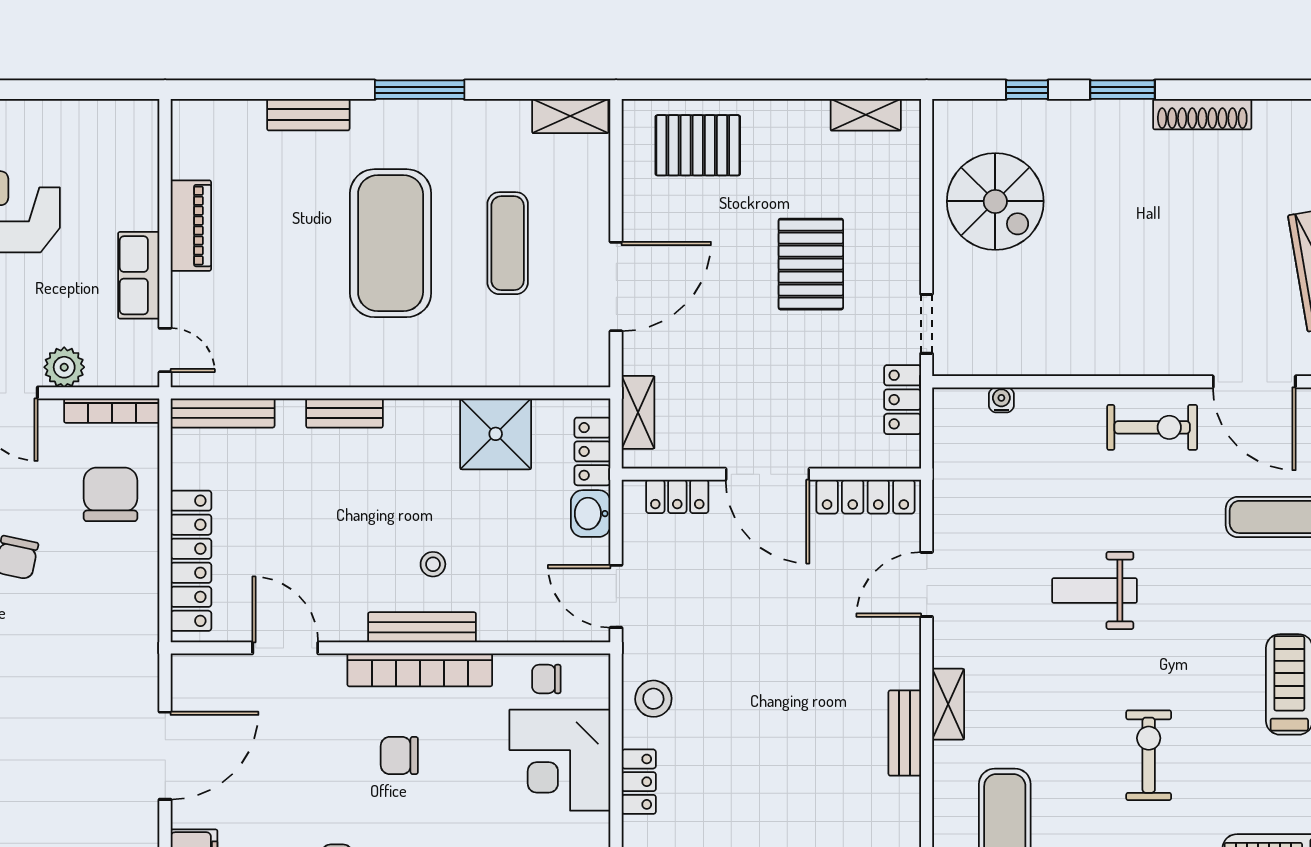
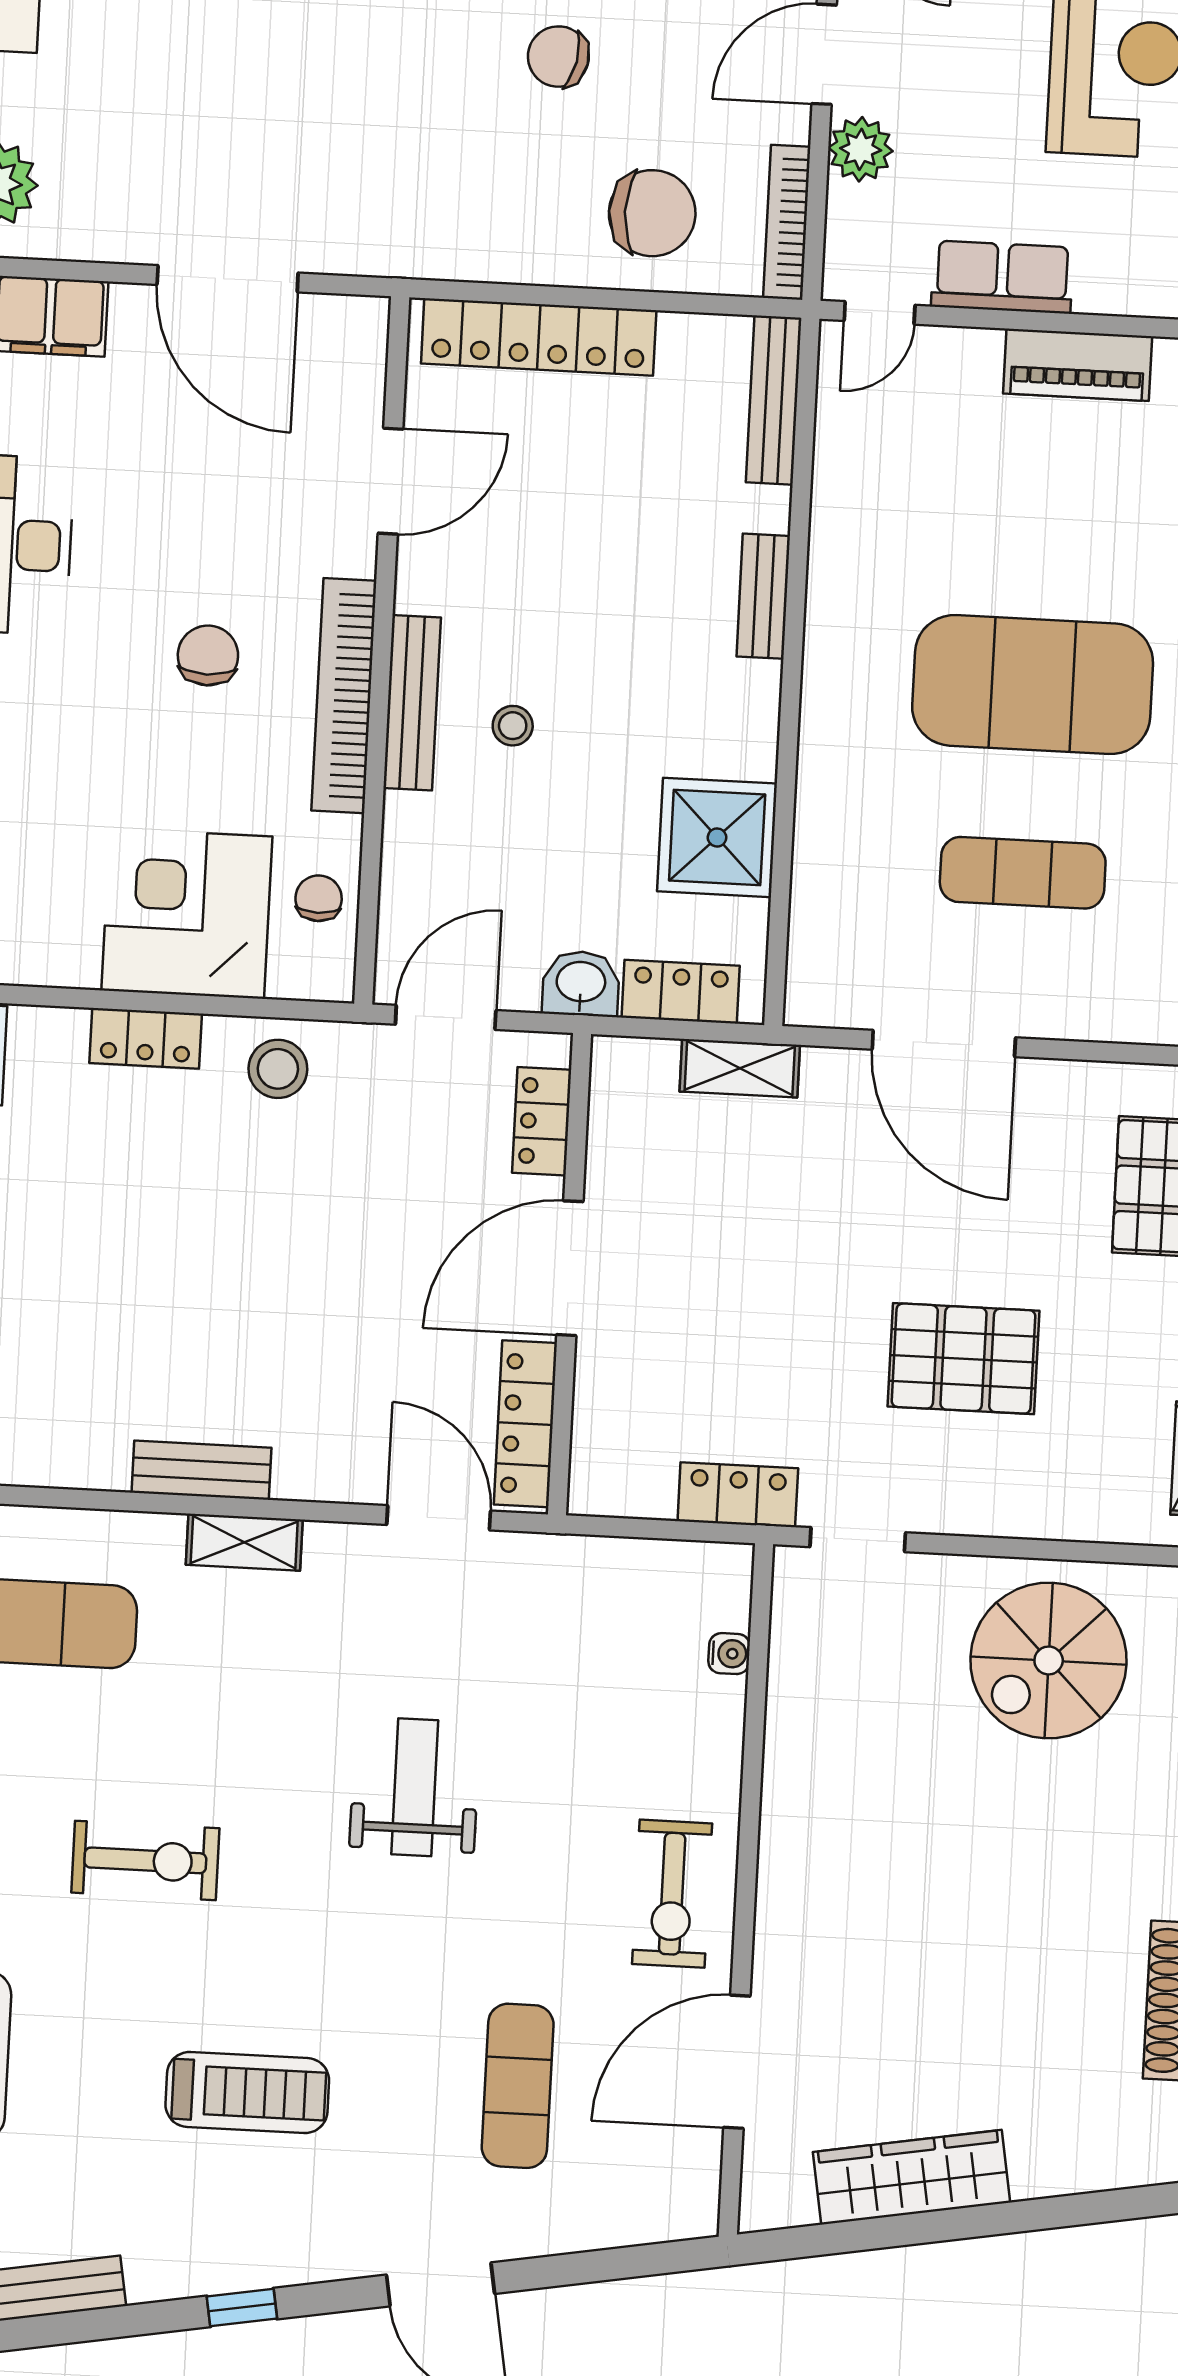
door: (768, 474) -> (570, 1268), moved
wall: (771, 474) -> (569, 1274), moved
locker: (677, 496) -> (542, 1121), moved
locker: (865, 497) -> (525, 1424), moved

